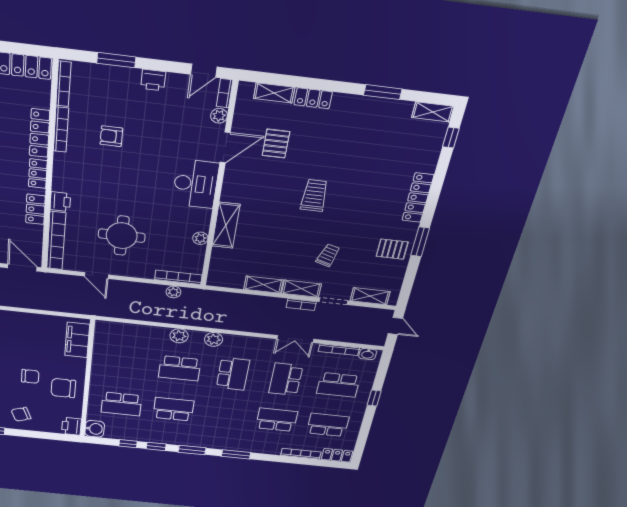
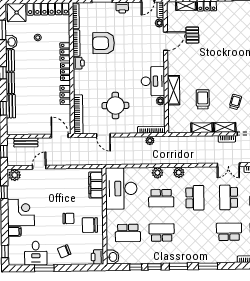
locker: (39, 133) -> (65, 52), width x0.66
armchair: (111, 136) -> (104, 43), width x1.88, depth x1.88
desk: (196, 184) -> (153, 81), moved
trolley: (314, 195) -> (203, 99), moved
printer: (60, 202) -> (79, 63), moved
desk: (118, 349) -> (121, 188), added

